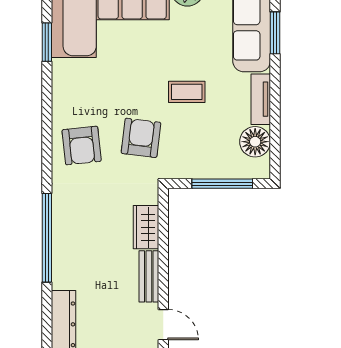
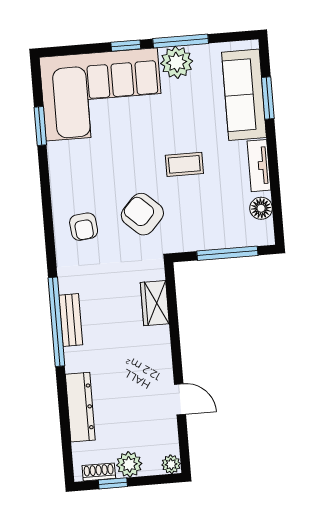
armchair: (141, 138) -> (142, 214), turned -54
floor lamp: (255, 142) -> (261, 208), width x0.73, depth x0.73
armchair: (82, 145) -> (84, 227), width x0.72, depth x0.72
bench: (149, 276) -> (71, 320), moved

